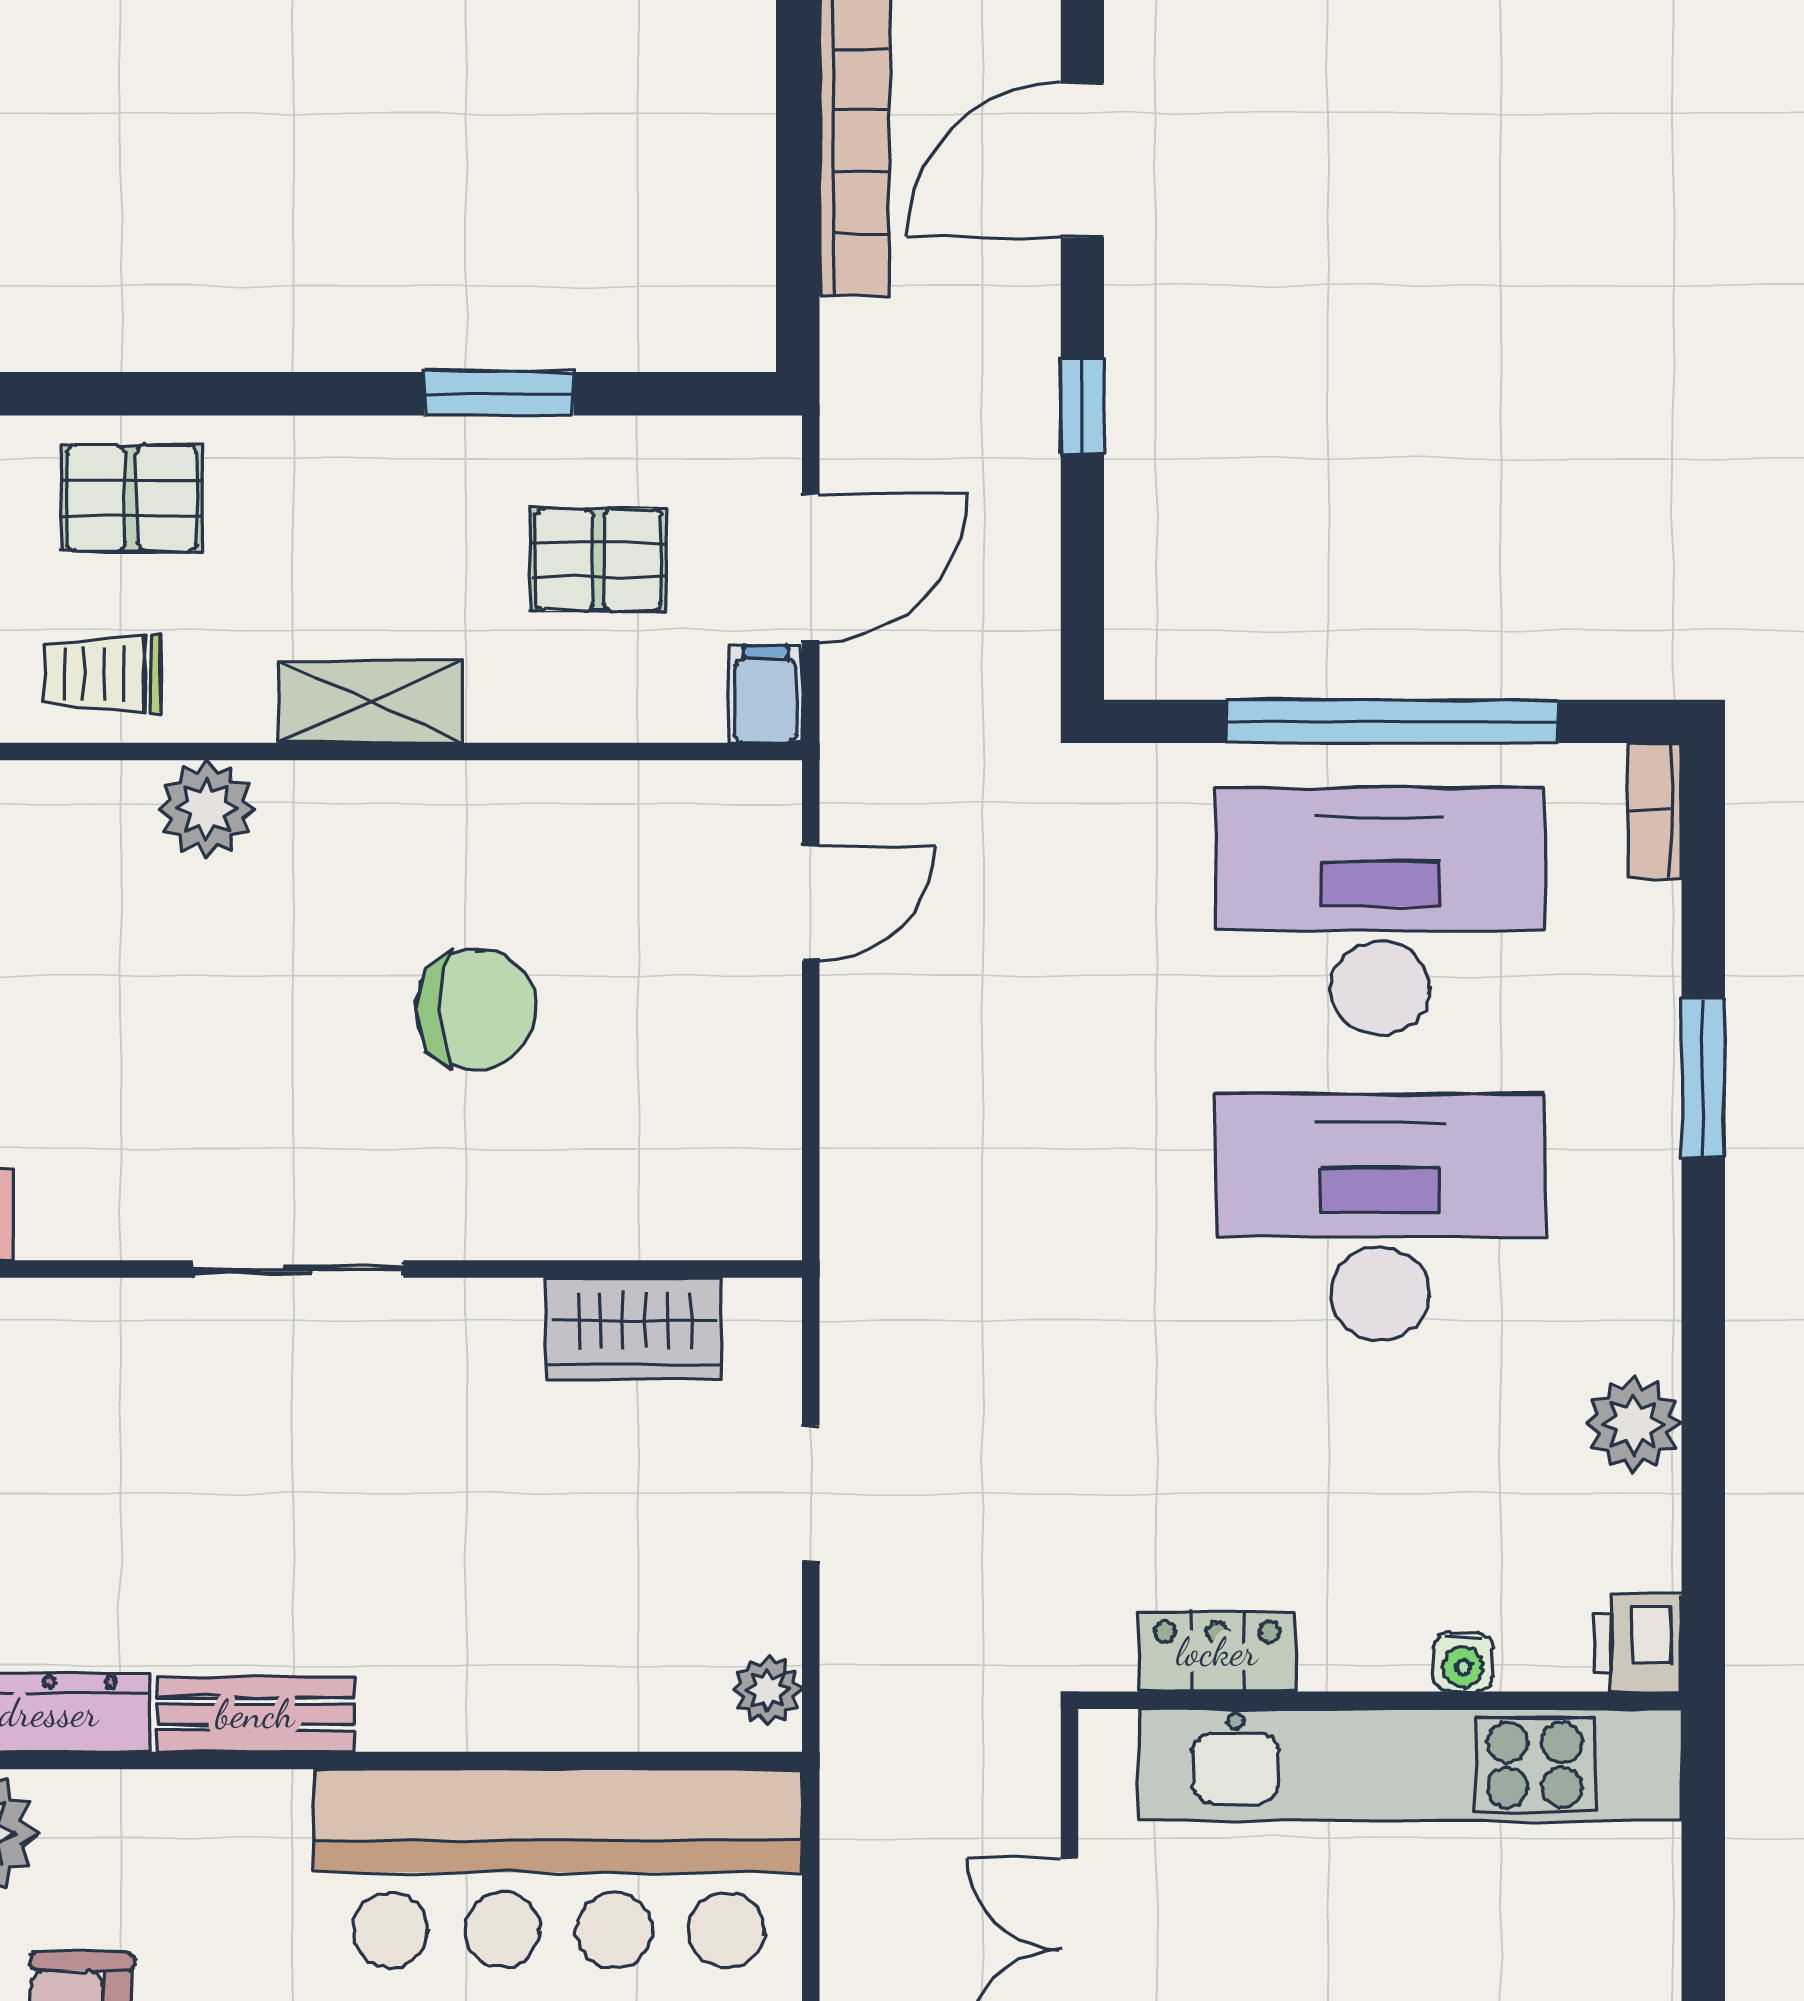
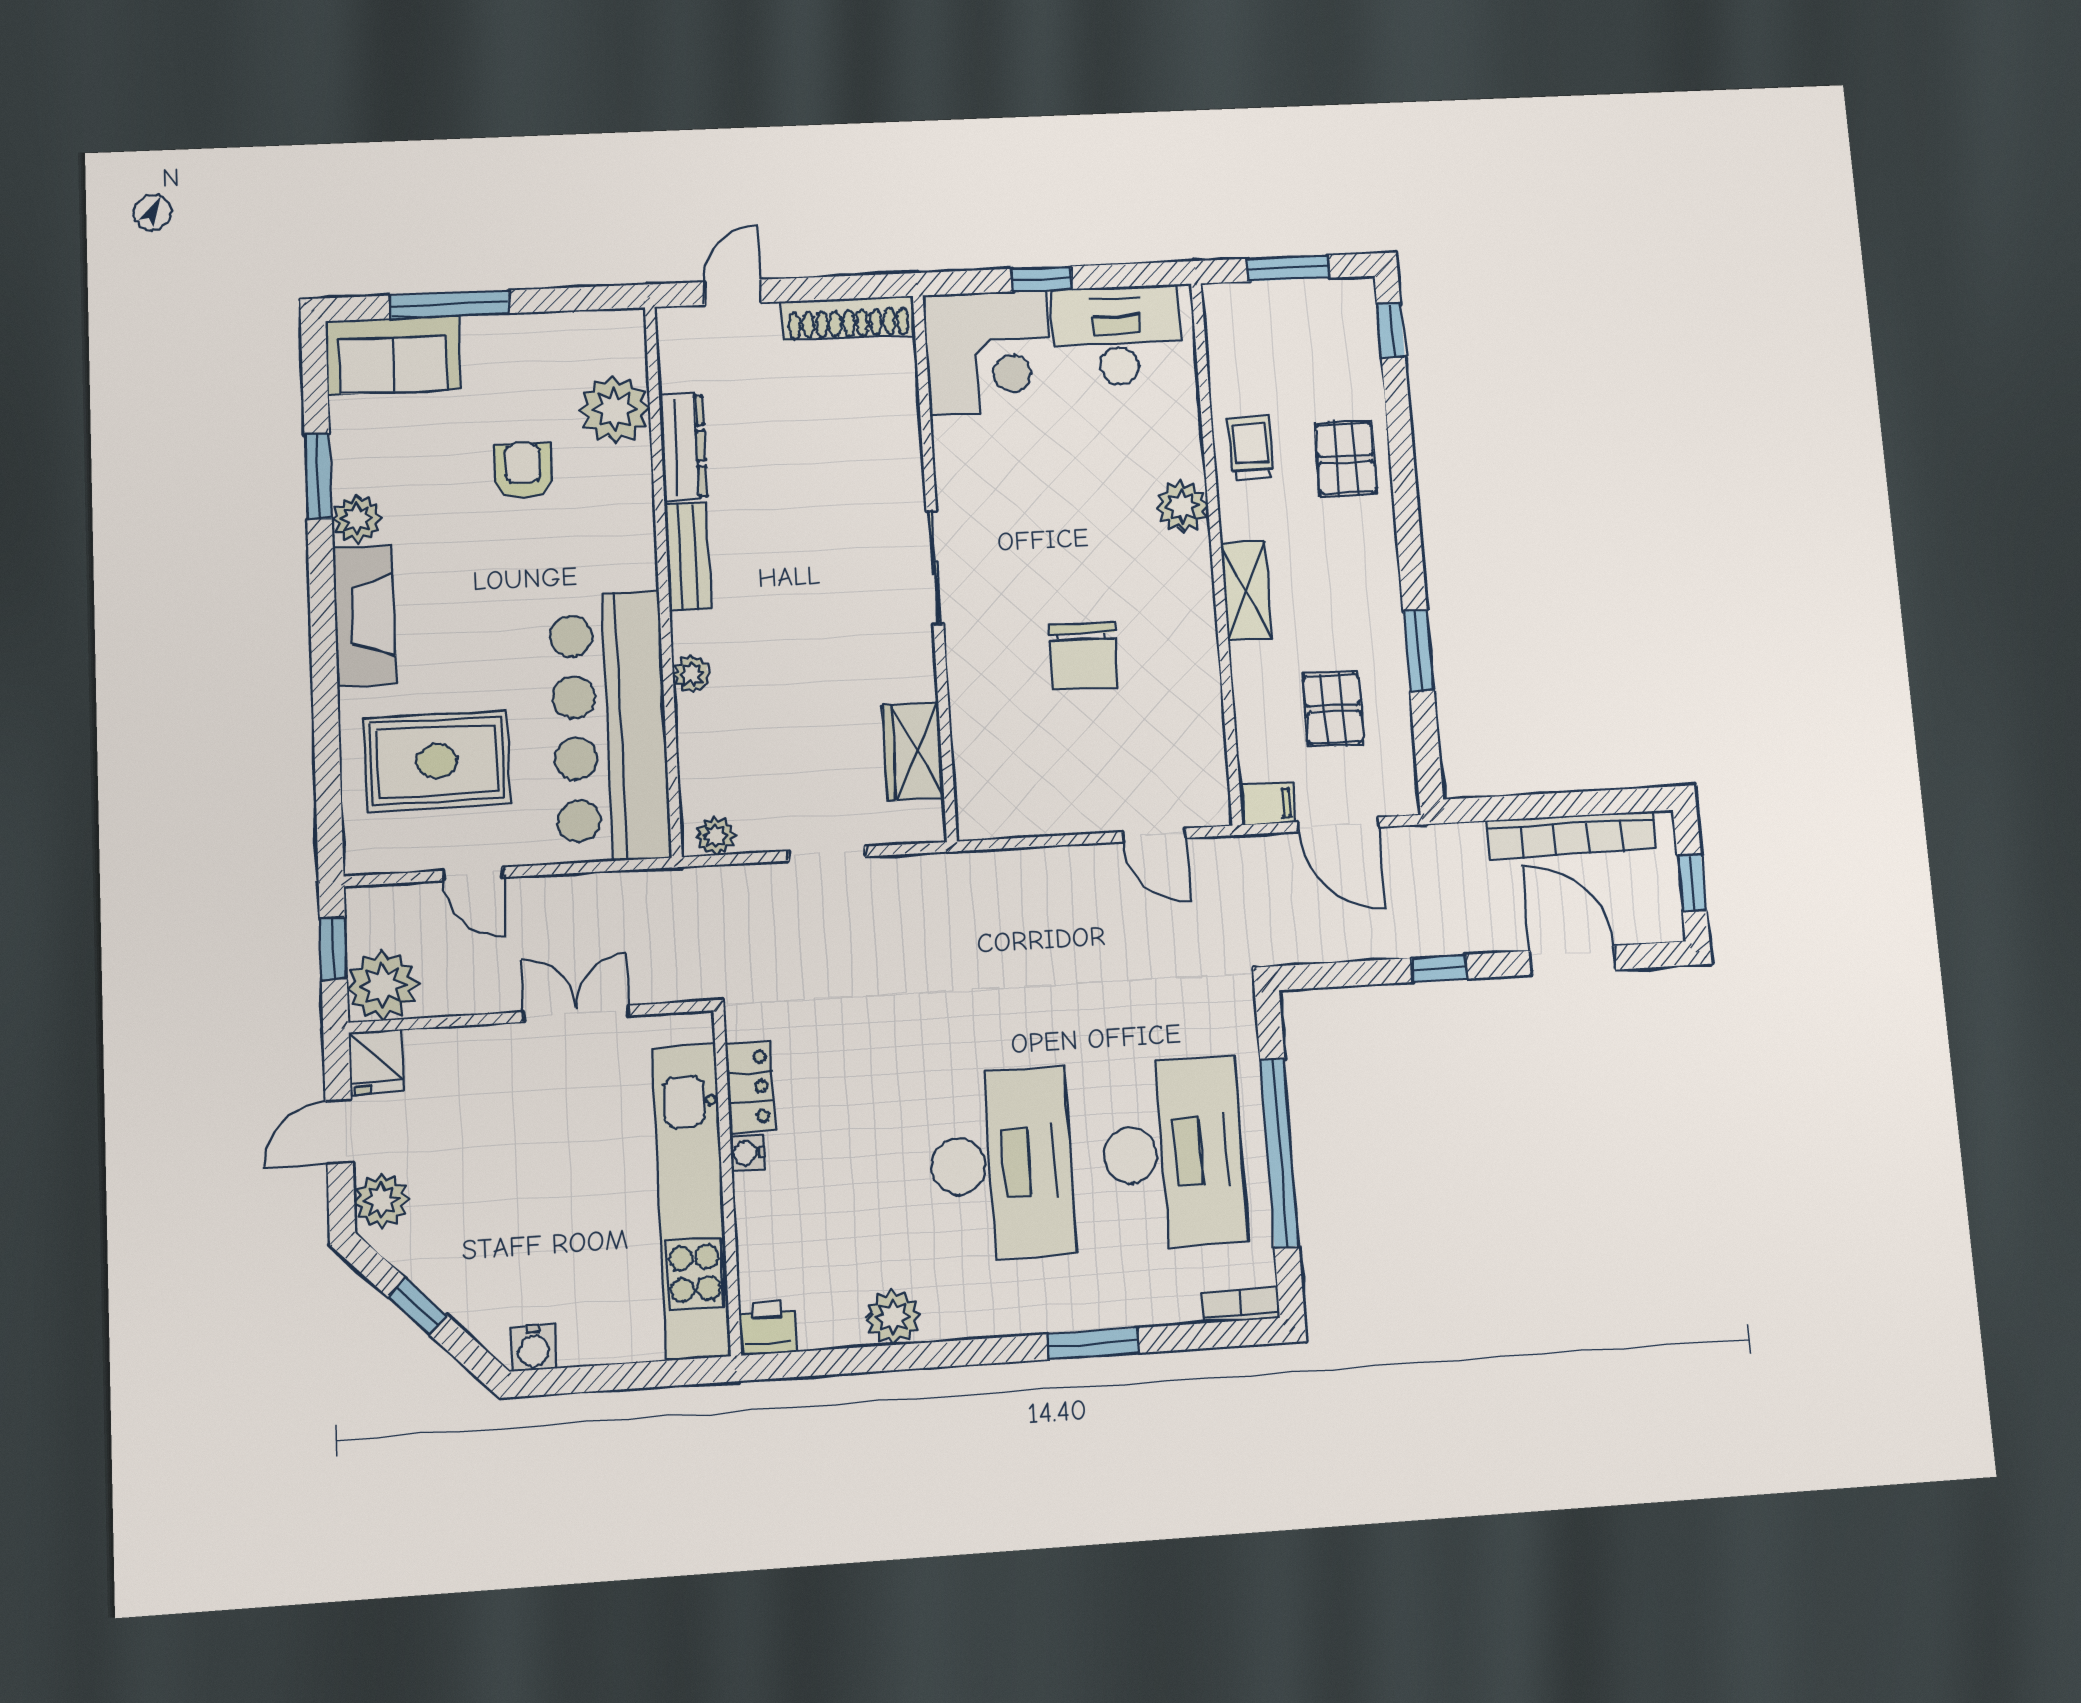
water cooler: (1463, 1662) -> (748, 1153), moved
plant: (471, 1717) -> (692, 674), added

